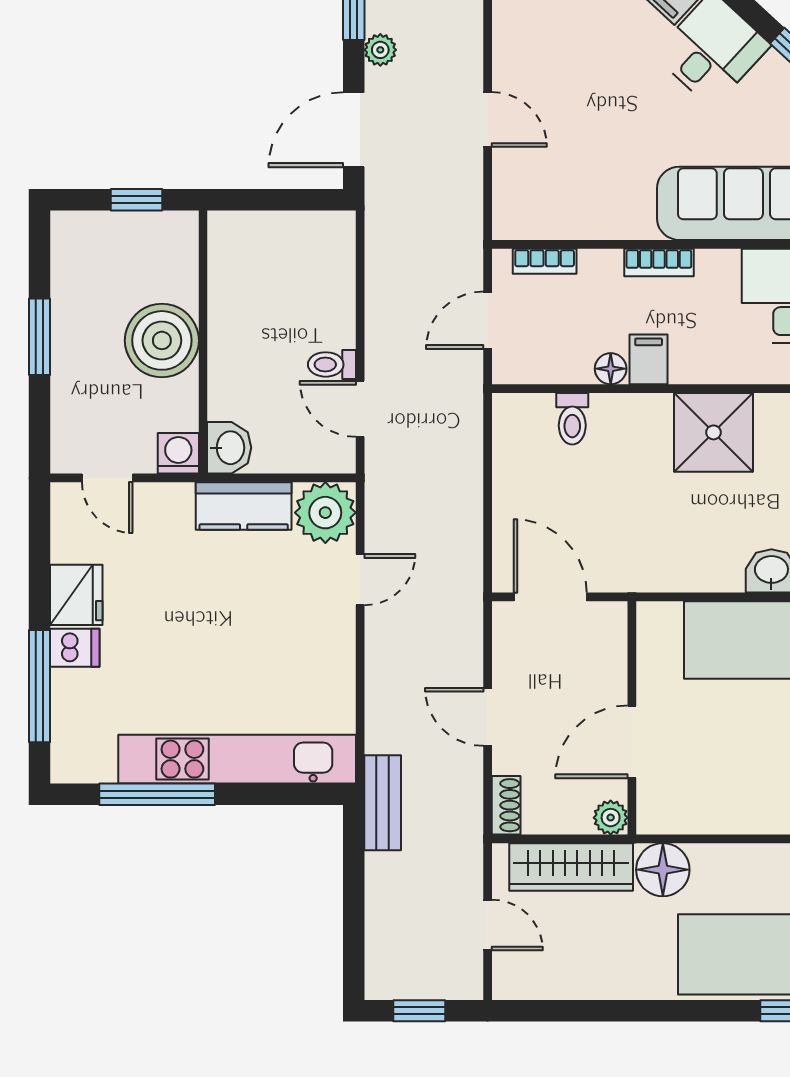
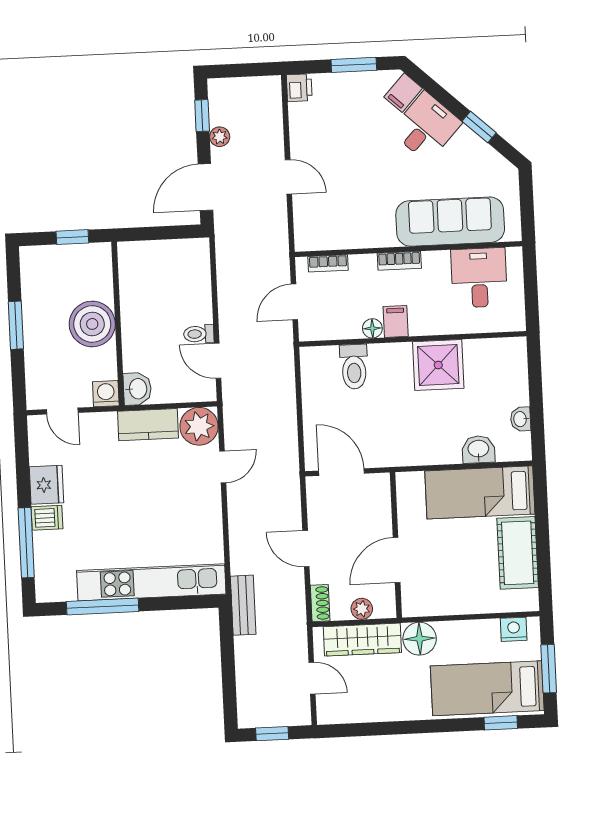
toilet: (572, 419) -> (354, 367), width x1.37, depth x1.39
plant: (611, 818) -> (362, 609), moved

